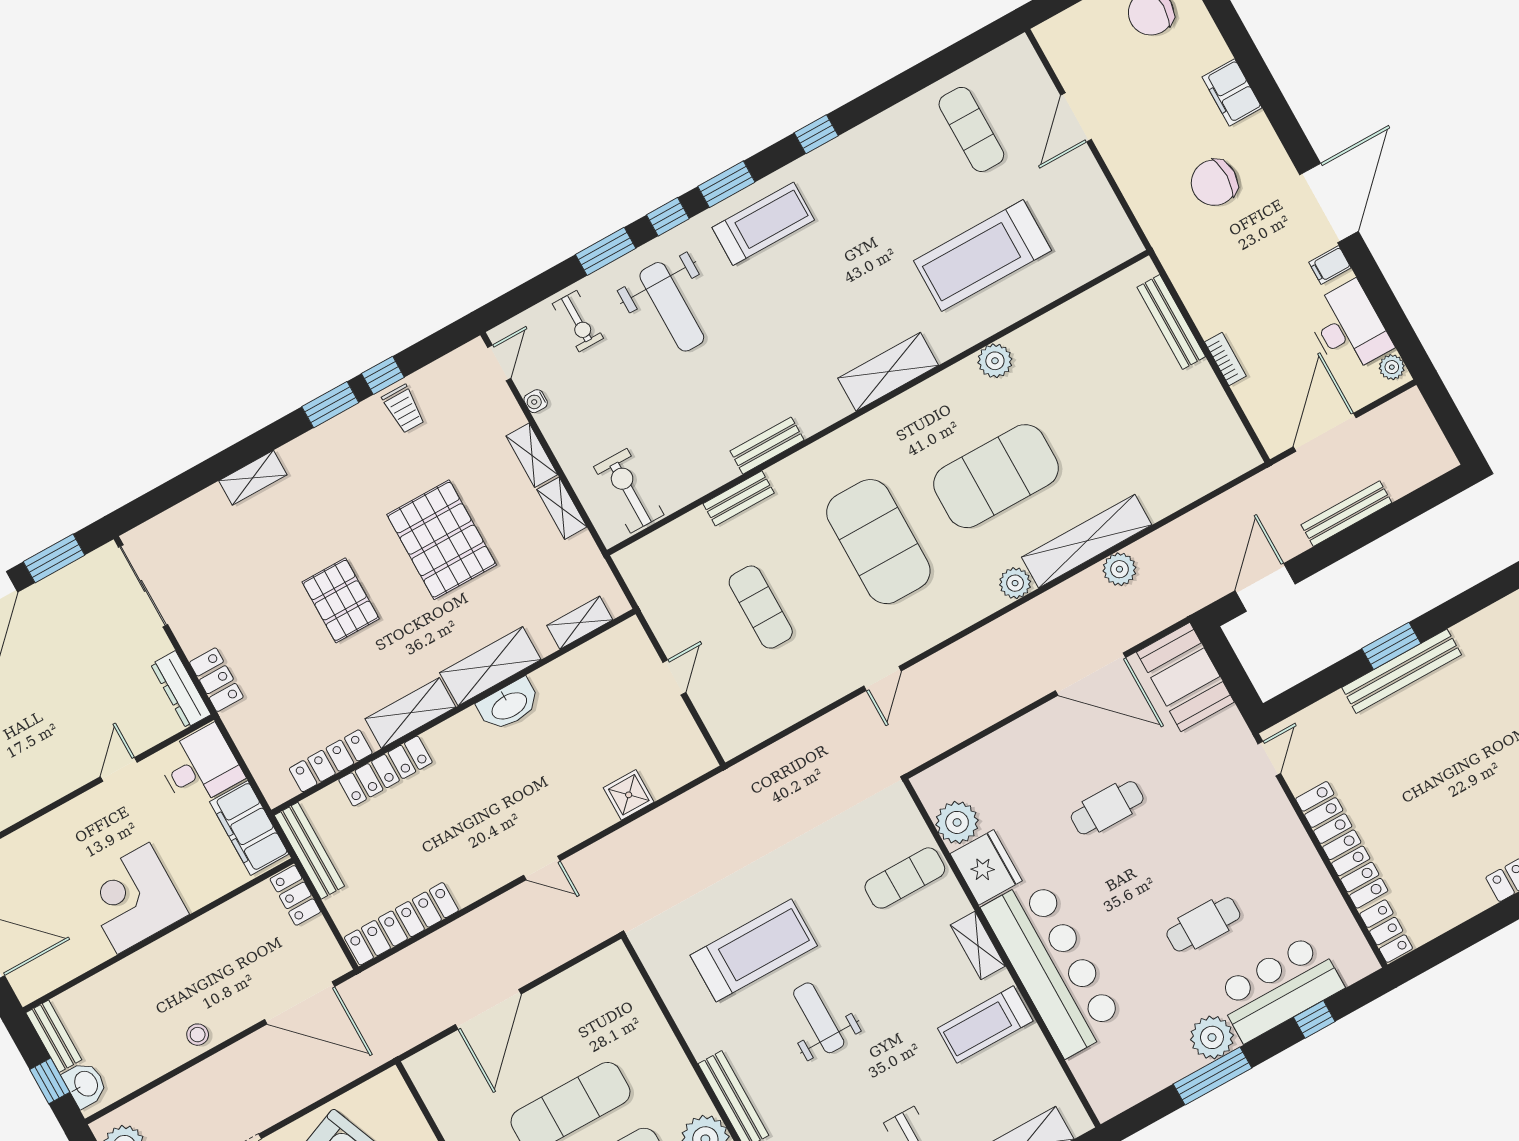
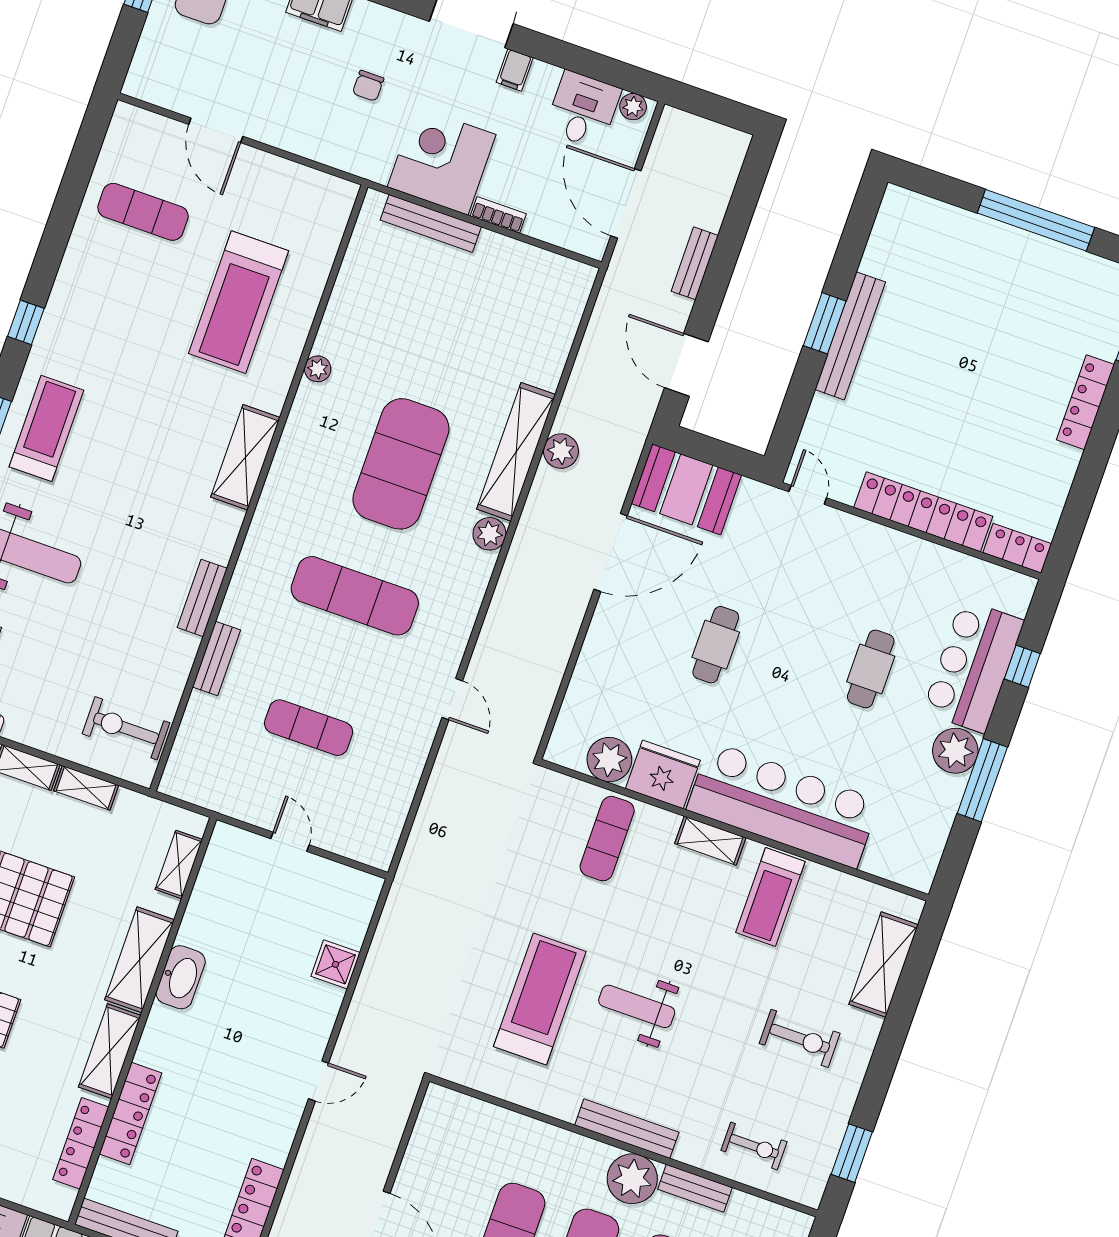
chair: (1214, 183) -> (368, 86), width x0.54, depth x0.54
corner desk: (1219, 284) -> (442, 161), added
desk: (1348, 328) -> (583, 110), width x0.73
plant: (995, 361) -> (318, 369), width x0.73, depth x0.73
bench: (1346, 514) -> (695, 263), width x0.73
exercise mat: (878, 542) -> (355, 596), width x0.68

